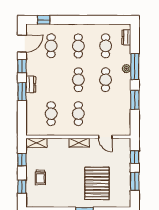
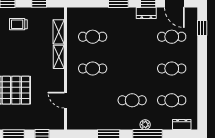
cafe table: (78, 80) -> (132, 68), removed
dresser: (31, 84) -> (146, 13), moved
door: (105, 137) -> (66, 100), hinge flipped
shelving: (36, 143) -> (59, 32), moved
shelving: (79, 143) -> (59, 57), moved

